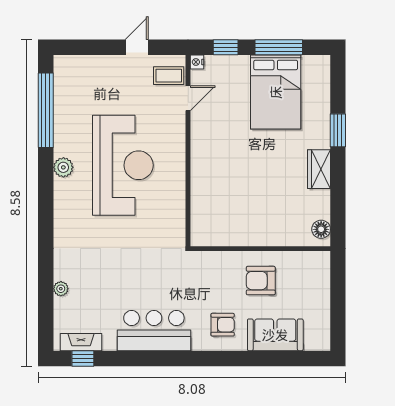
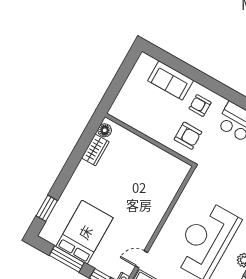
window: (338, 130) -> (47, 208), moved
wardrobe: (319, 169) -> (95, 150), moved
armchair: (261, 281) -> (188, 136), moved

